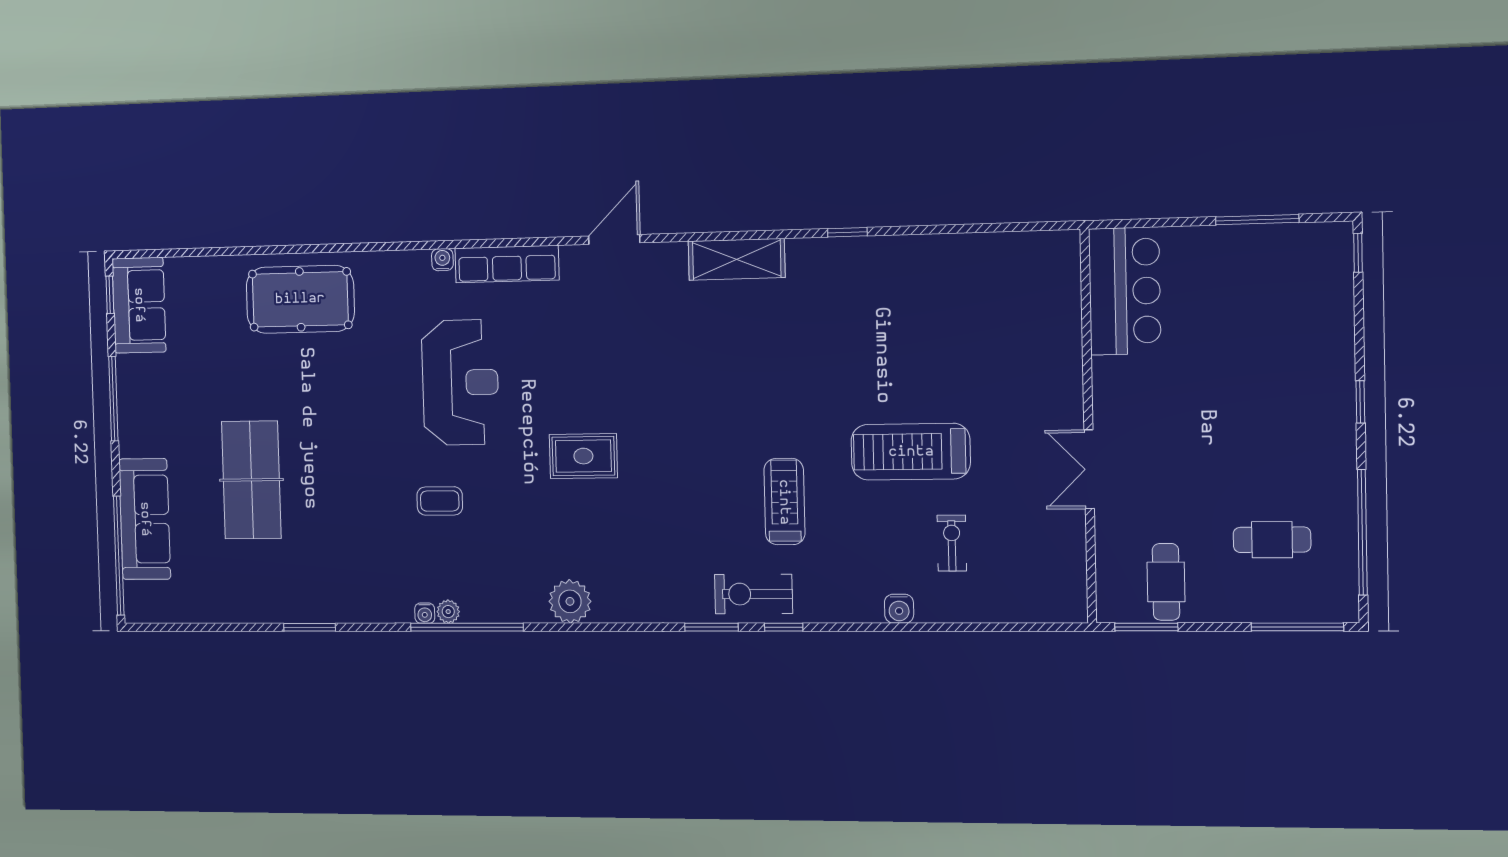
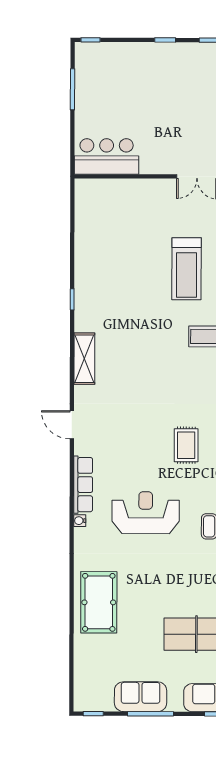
sofa: (139, 305) -> (141, 697), moved

